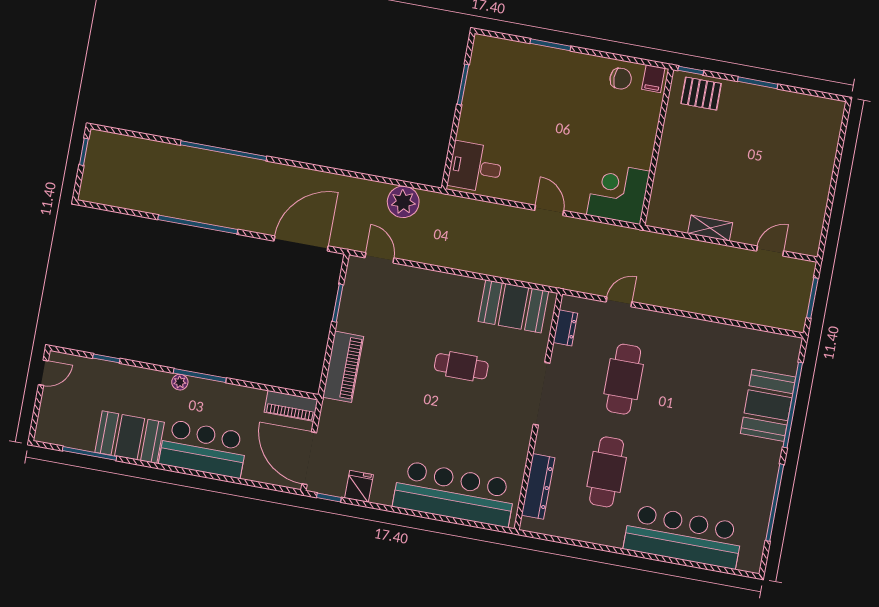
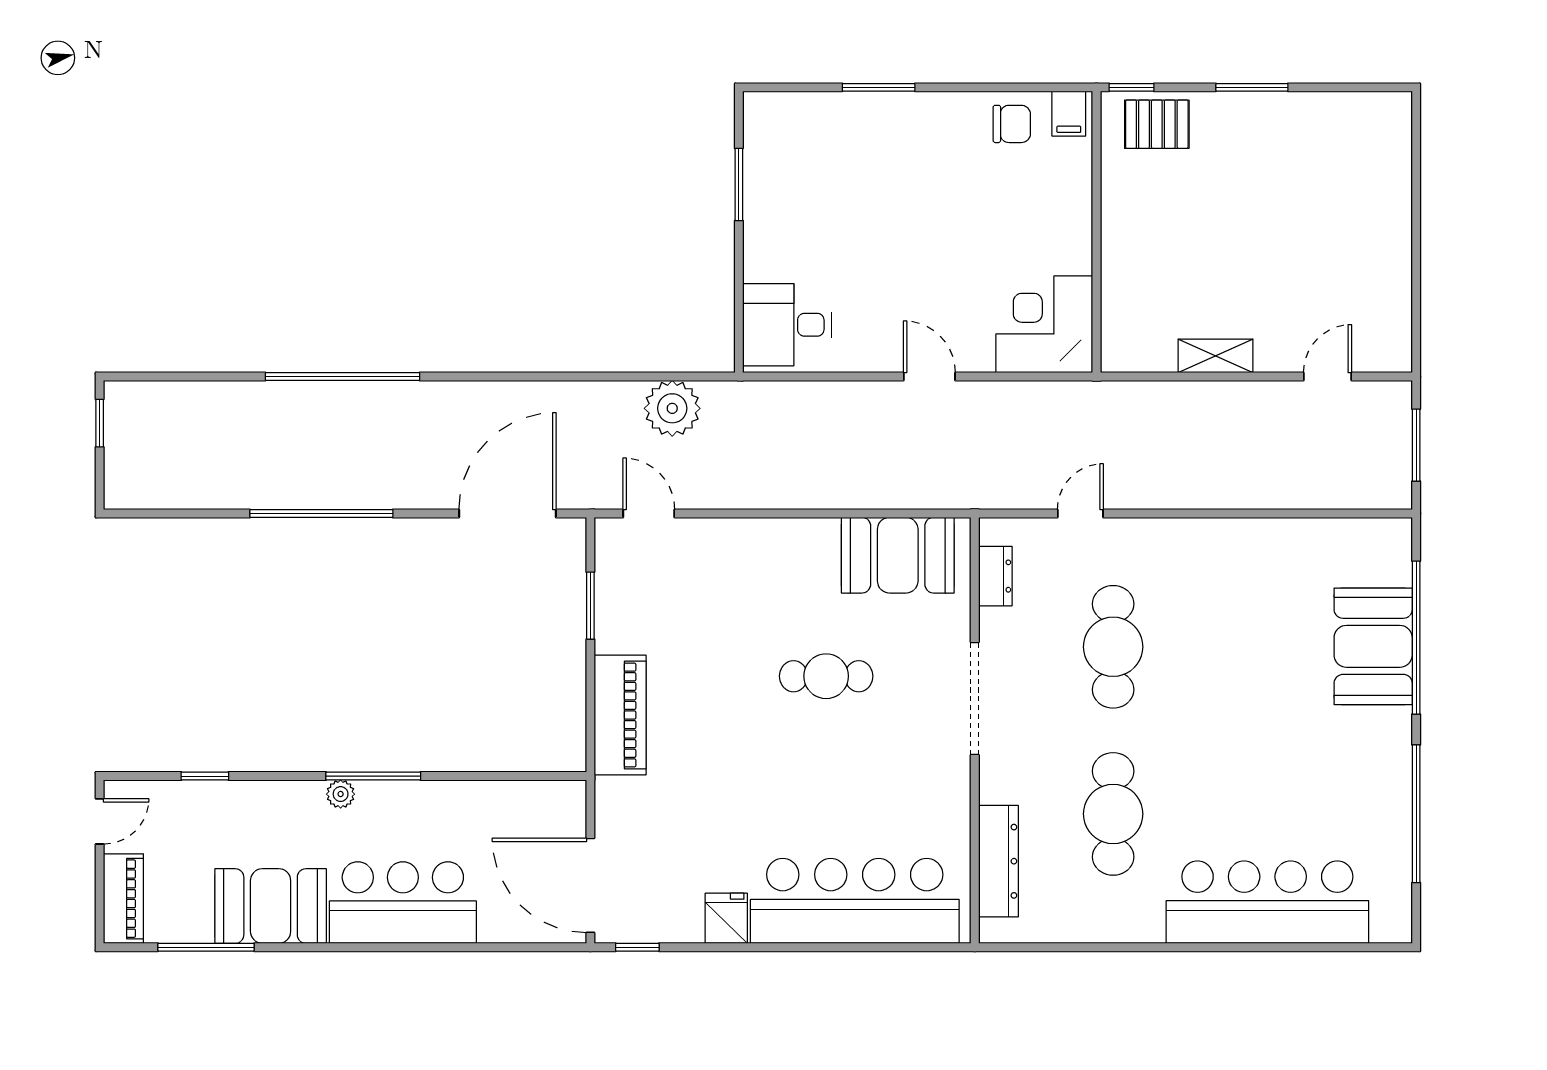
piano: (291, 406) -> (123, 899), moved, turned -90
fridge: (359, 486) -> (726, 918), moved

